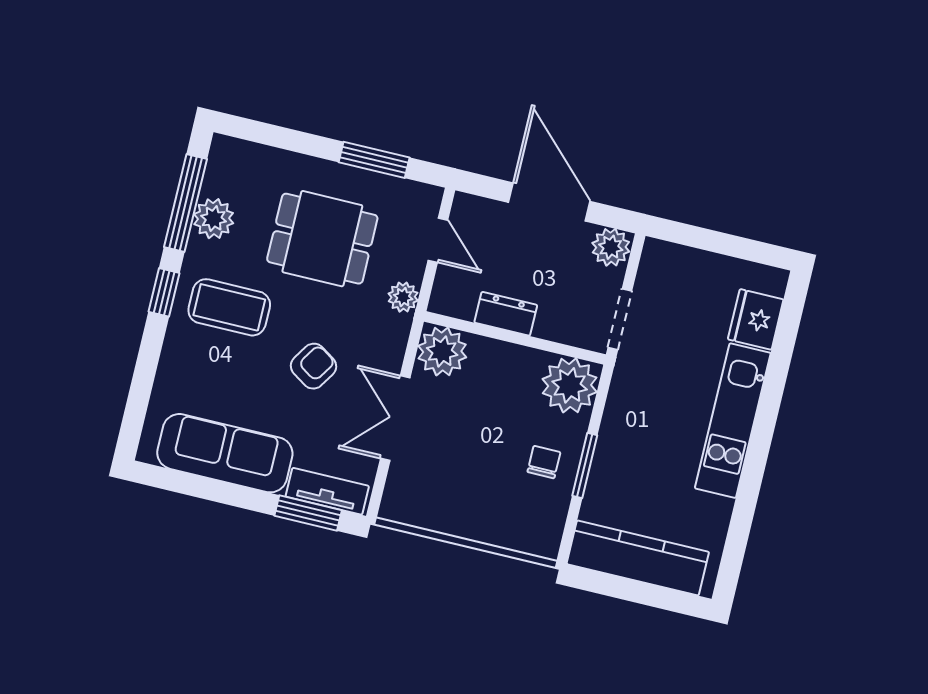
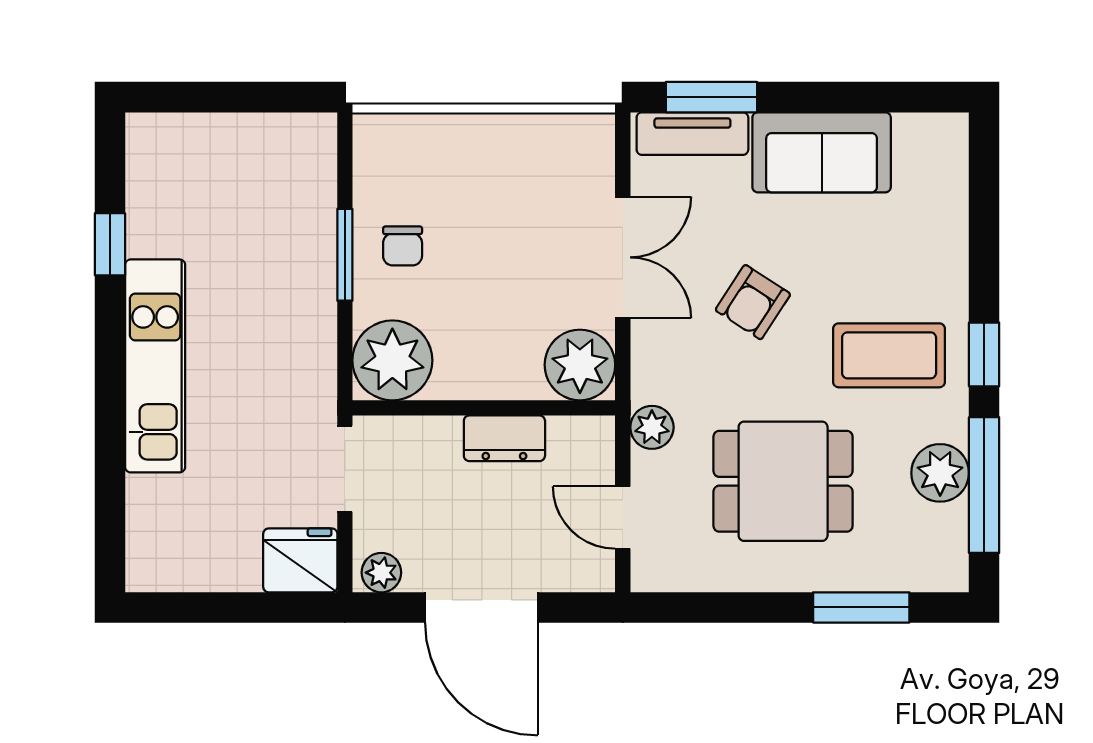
window: (374, 160) -> (861, 607), moved
plant: (611, 247) -> (381, 573), width x0.73, depth x0.73
fridge: (756, 319) -> (300, 560), moved, turned -90
sofa: (225, 453) -> (822, 152), width x0.73
window: (744, 511) -> (110, 244), added
kitchen counter: (638, 558) -> (241, 144), removed

